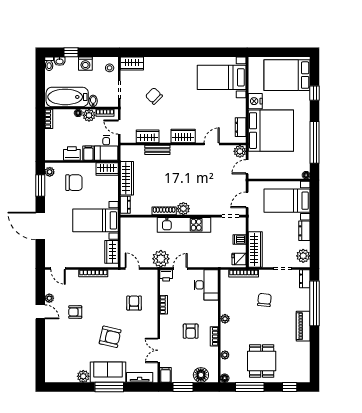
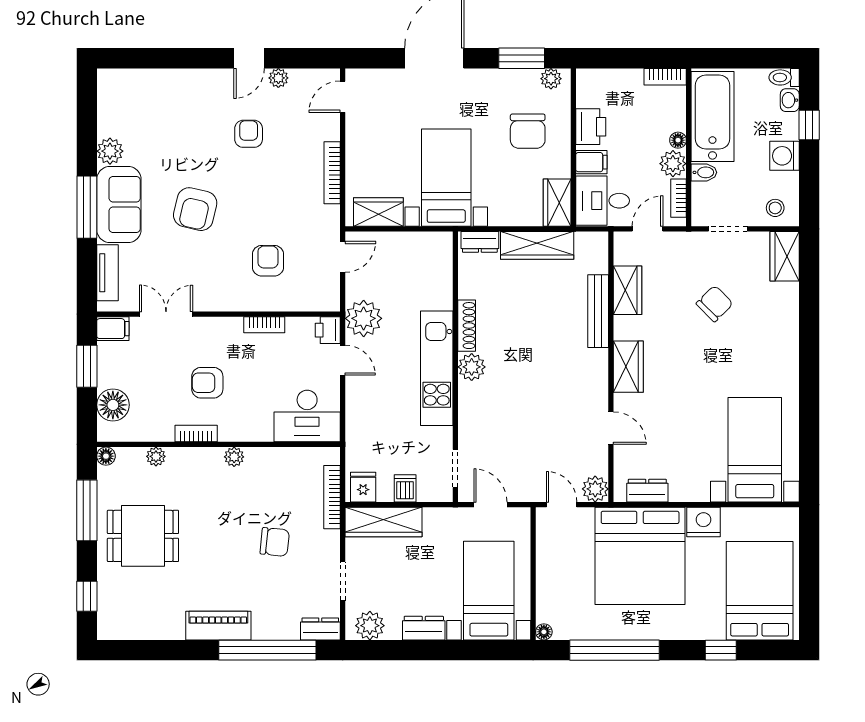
bench: (157, 150) -> (598, 311), width x1.36
armchair: (134, 303) -> (268, 261), turned -90

